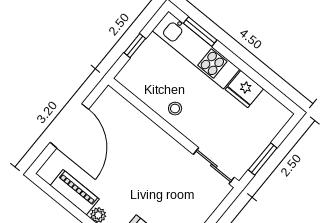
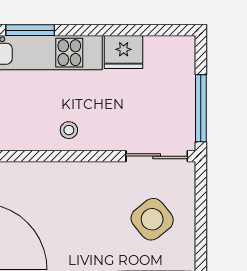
window: (263, 159) -> (201, 108), width x1.44
side table: (181, 201) -> (152, 219), added

